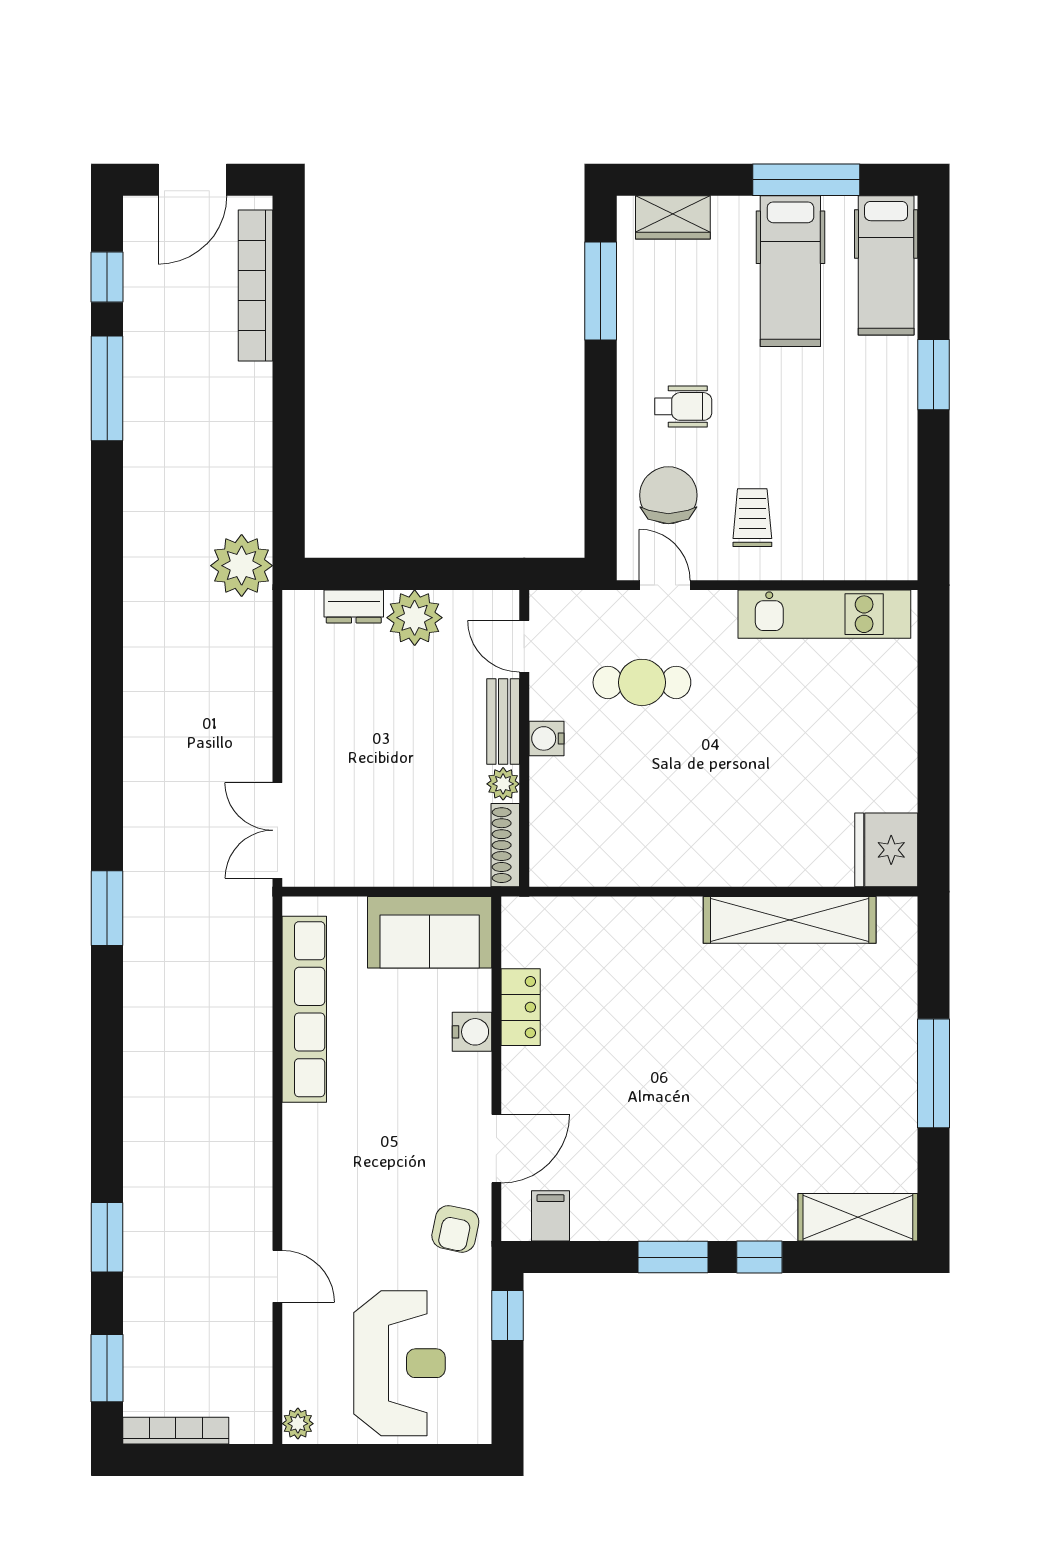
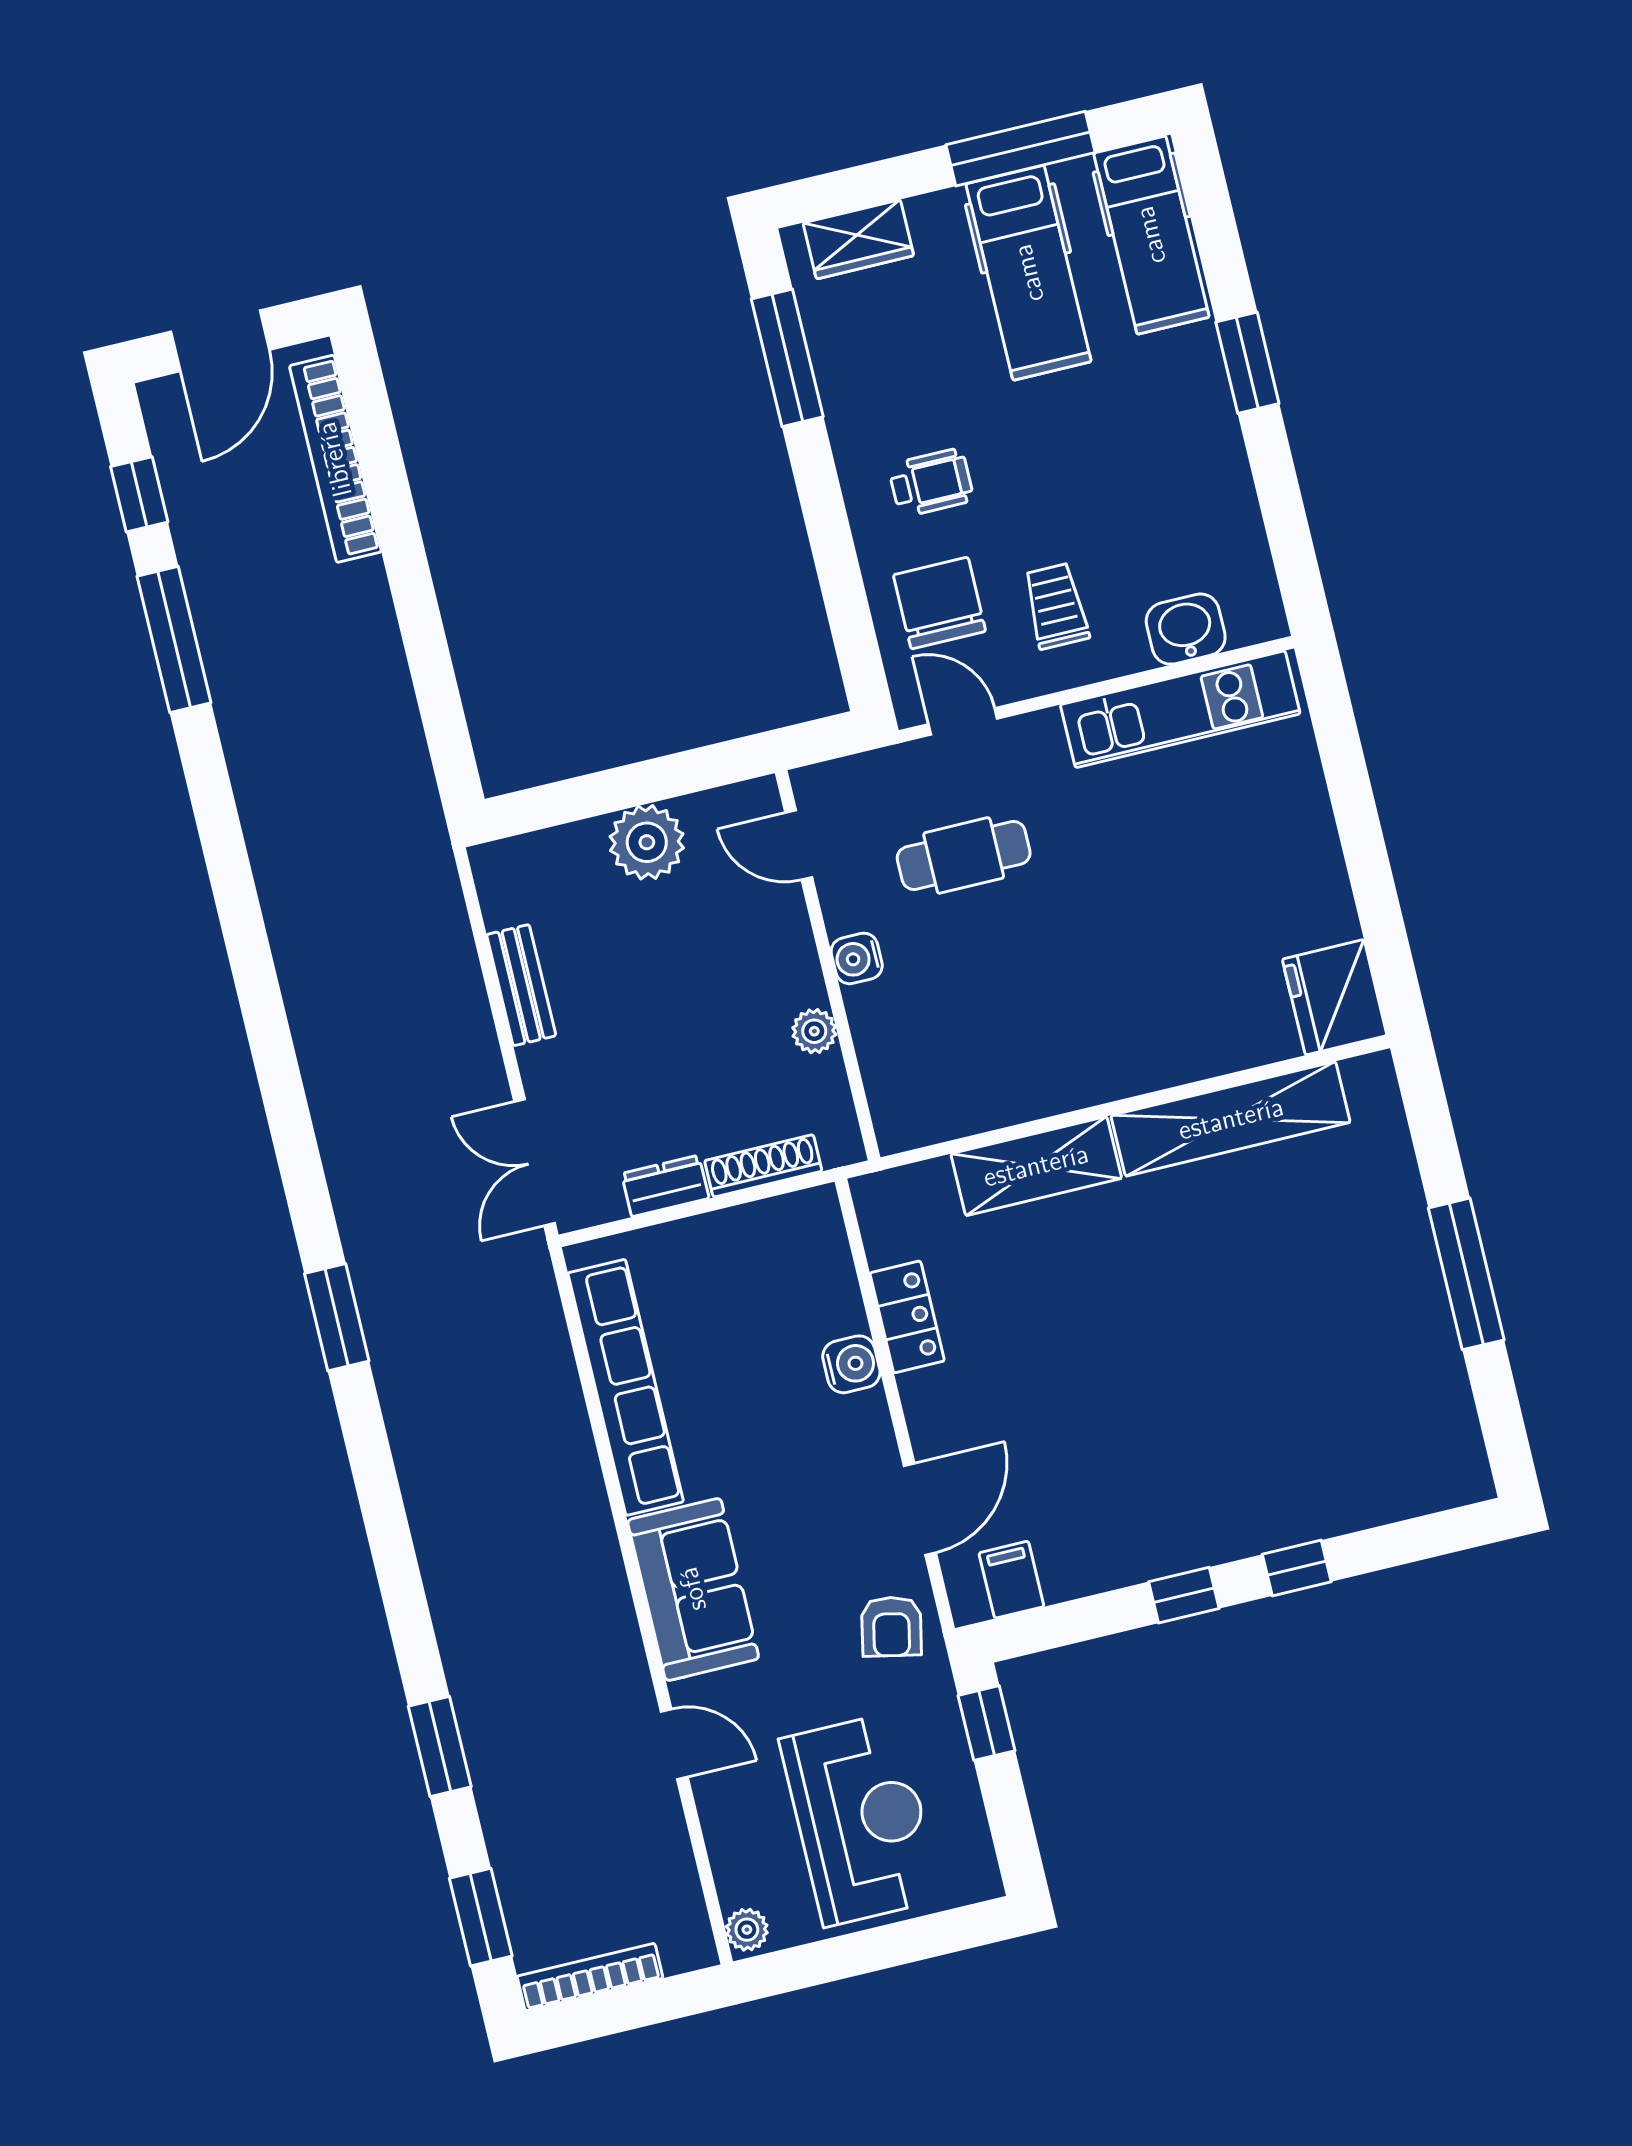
washbasin: (842, 557) -> (1186, 629), added
plant: (242, 566) -> (405, 828), removed
dresser: (354, 607) -> (665, 1186), moved, turned 180
bench: (503, 721) -> (521, 985), moved
shoe rack: (505, 845) -> (763, 1166), moved, turned 90
sofa: (430, 932) -> (693, 1589), moved, turned -90
shelving: (858, 1217) -> (1036, 1166), moved
window: (673, 1257) -> (1184, 1595), width x0.67

